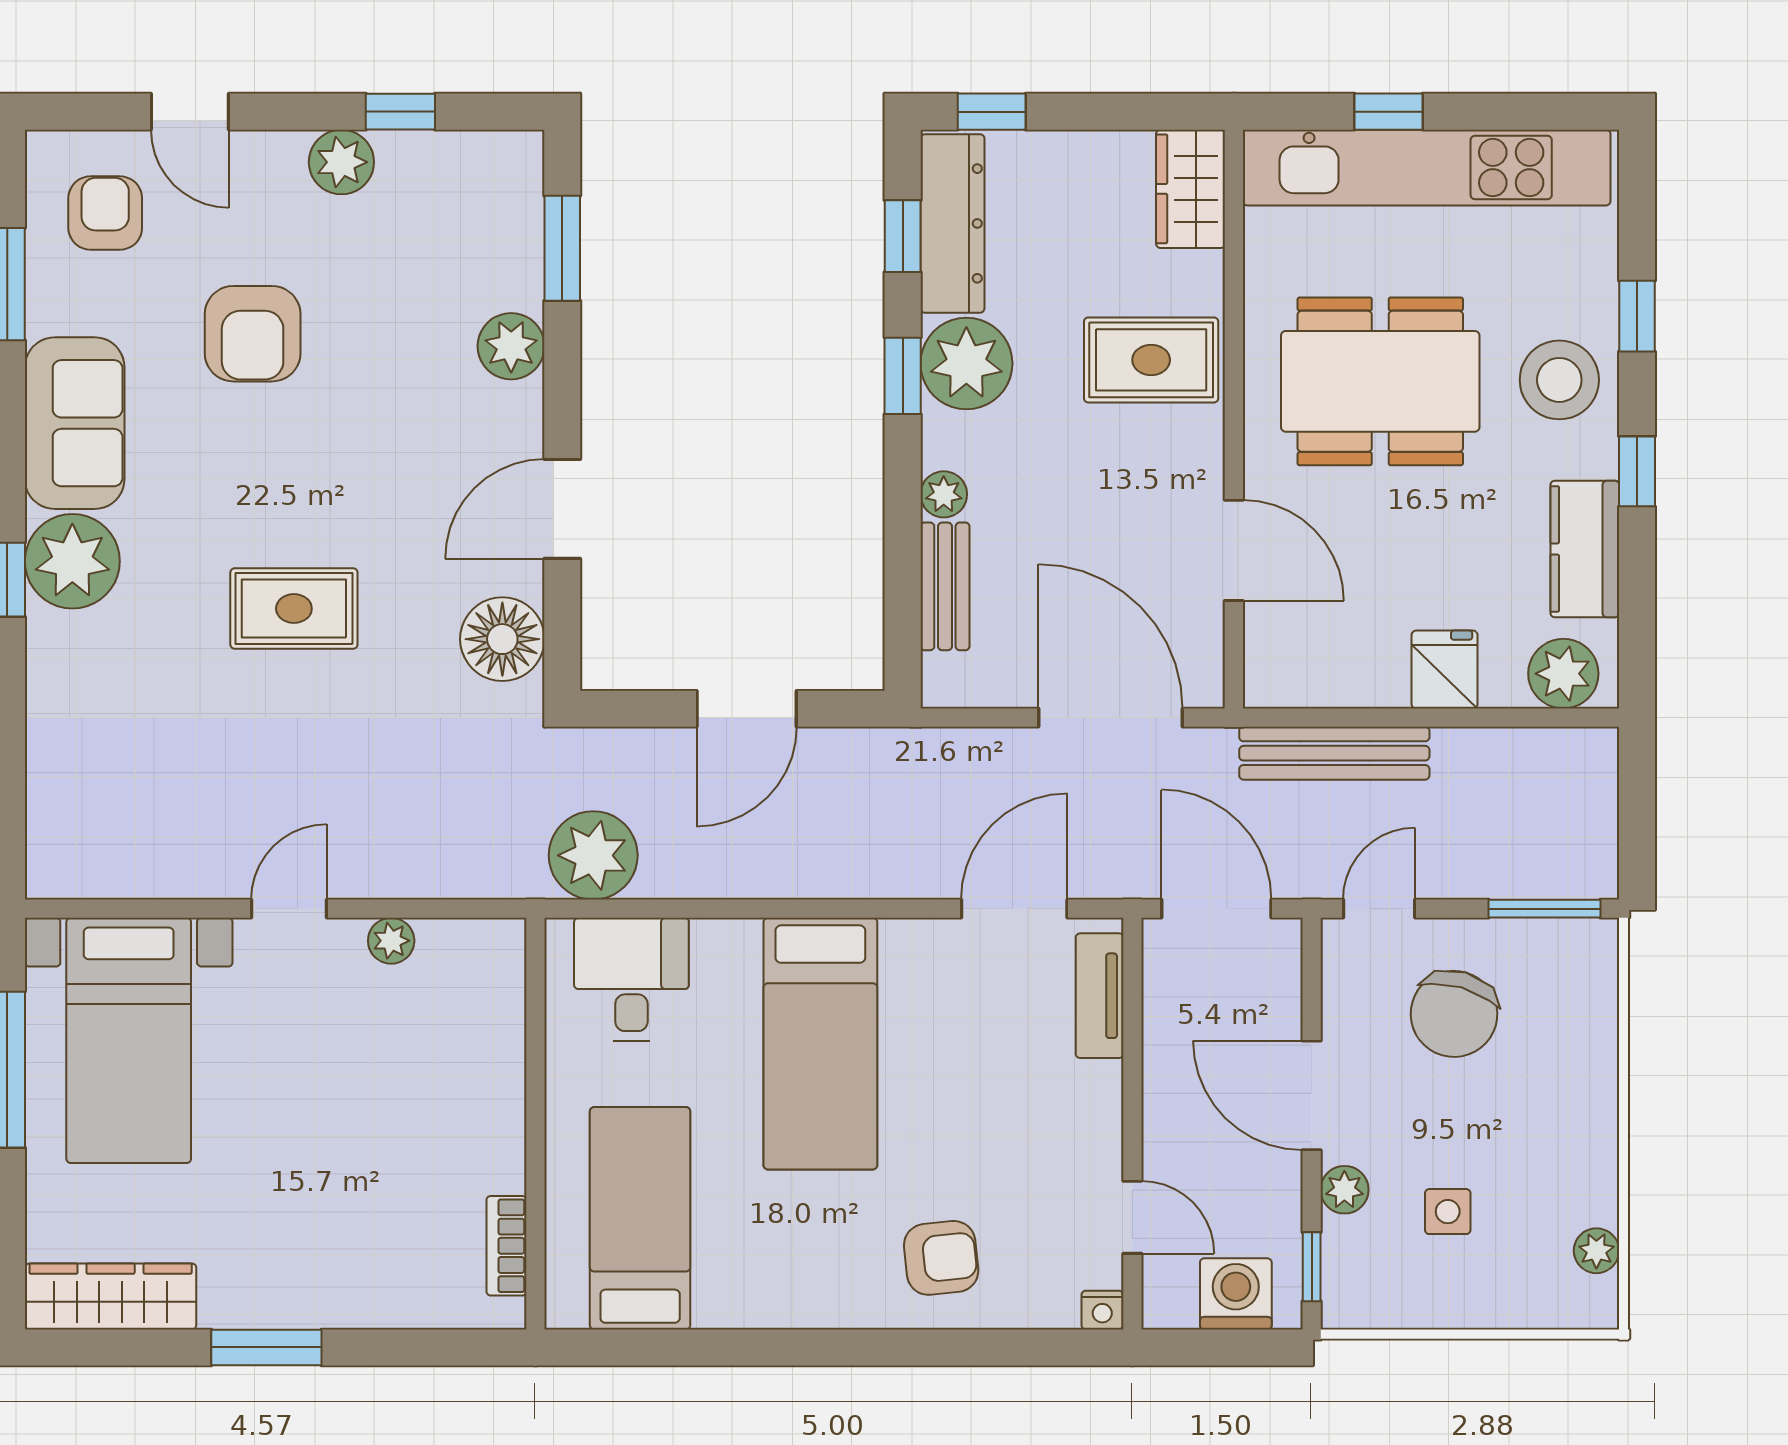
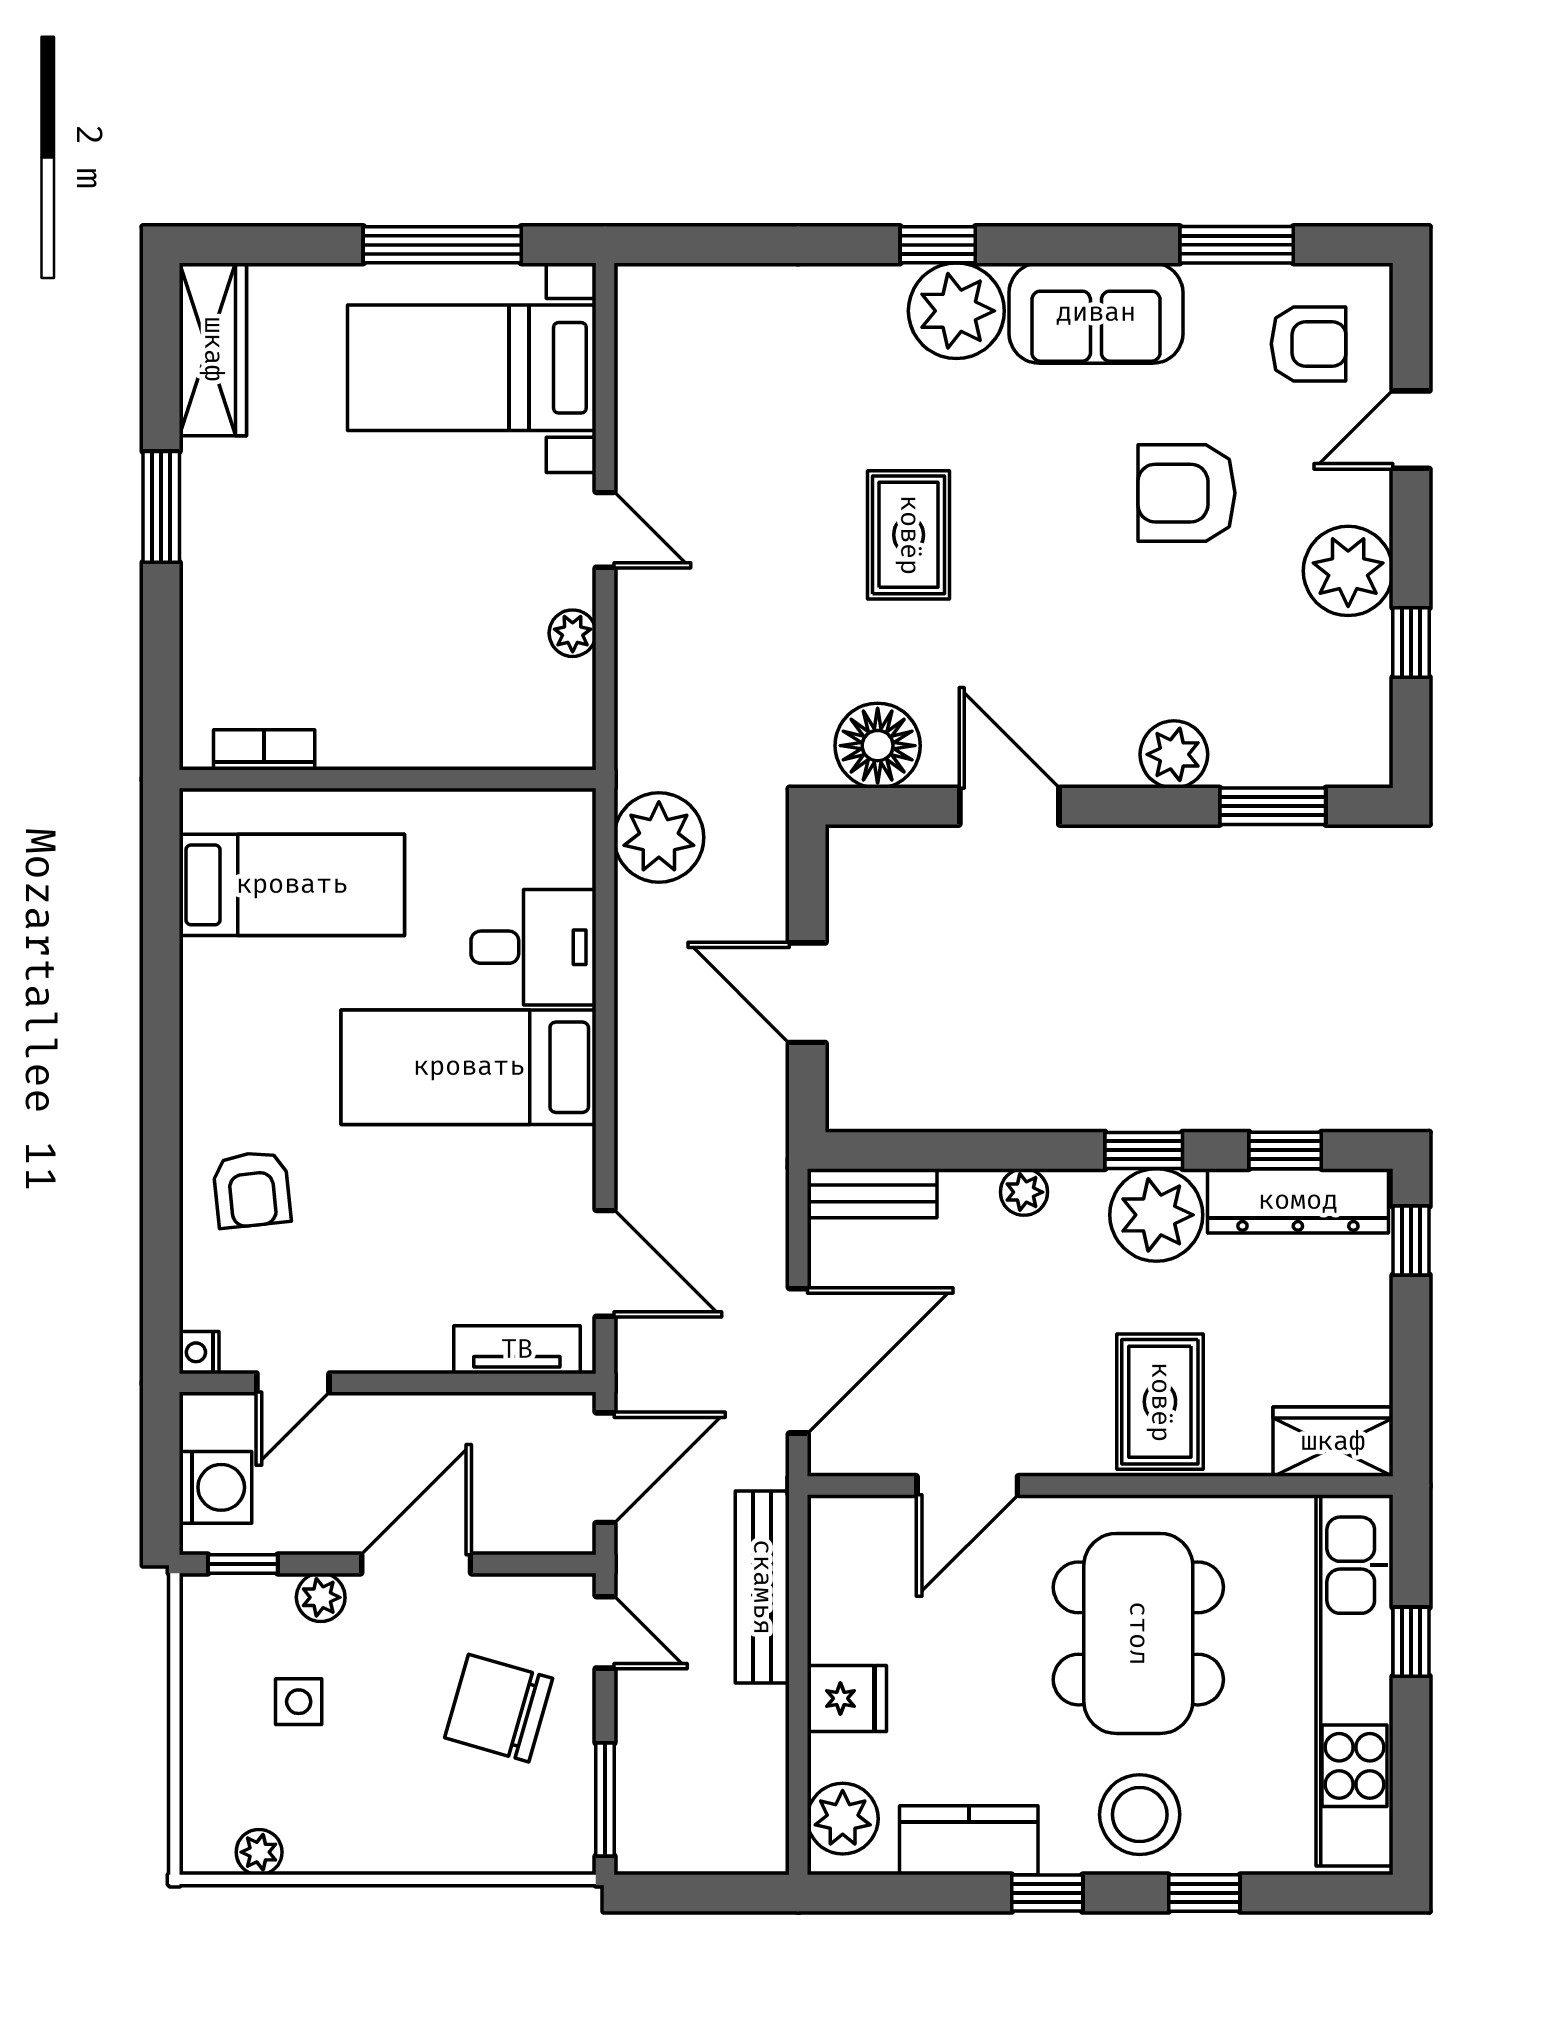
plant: (341, 162) -> (1348, 571), width x1.36, depth x1.36
bench: (945, 586) -> (872, 1193), moved
desk: (631, 979) -> (533, 947), moved

